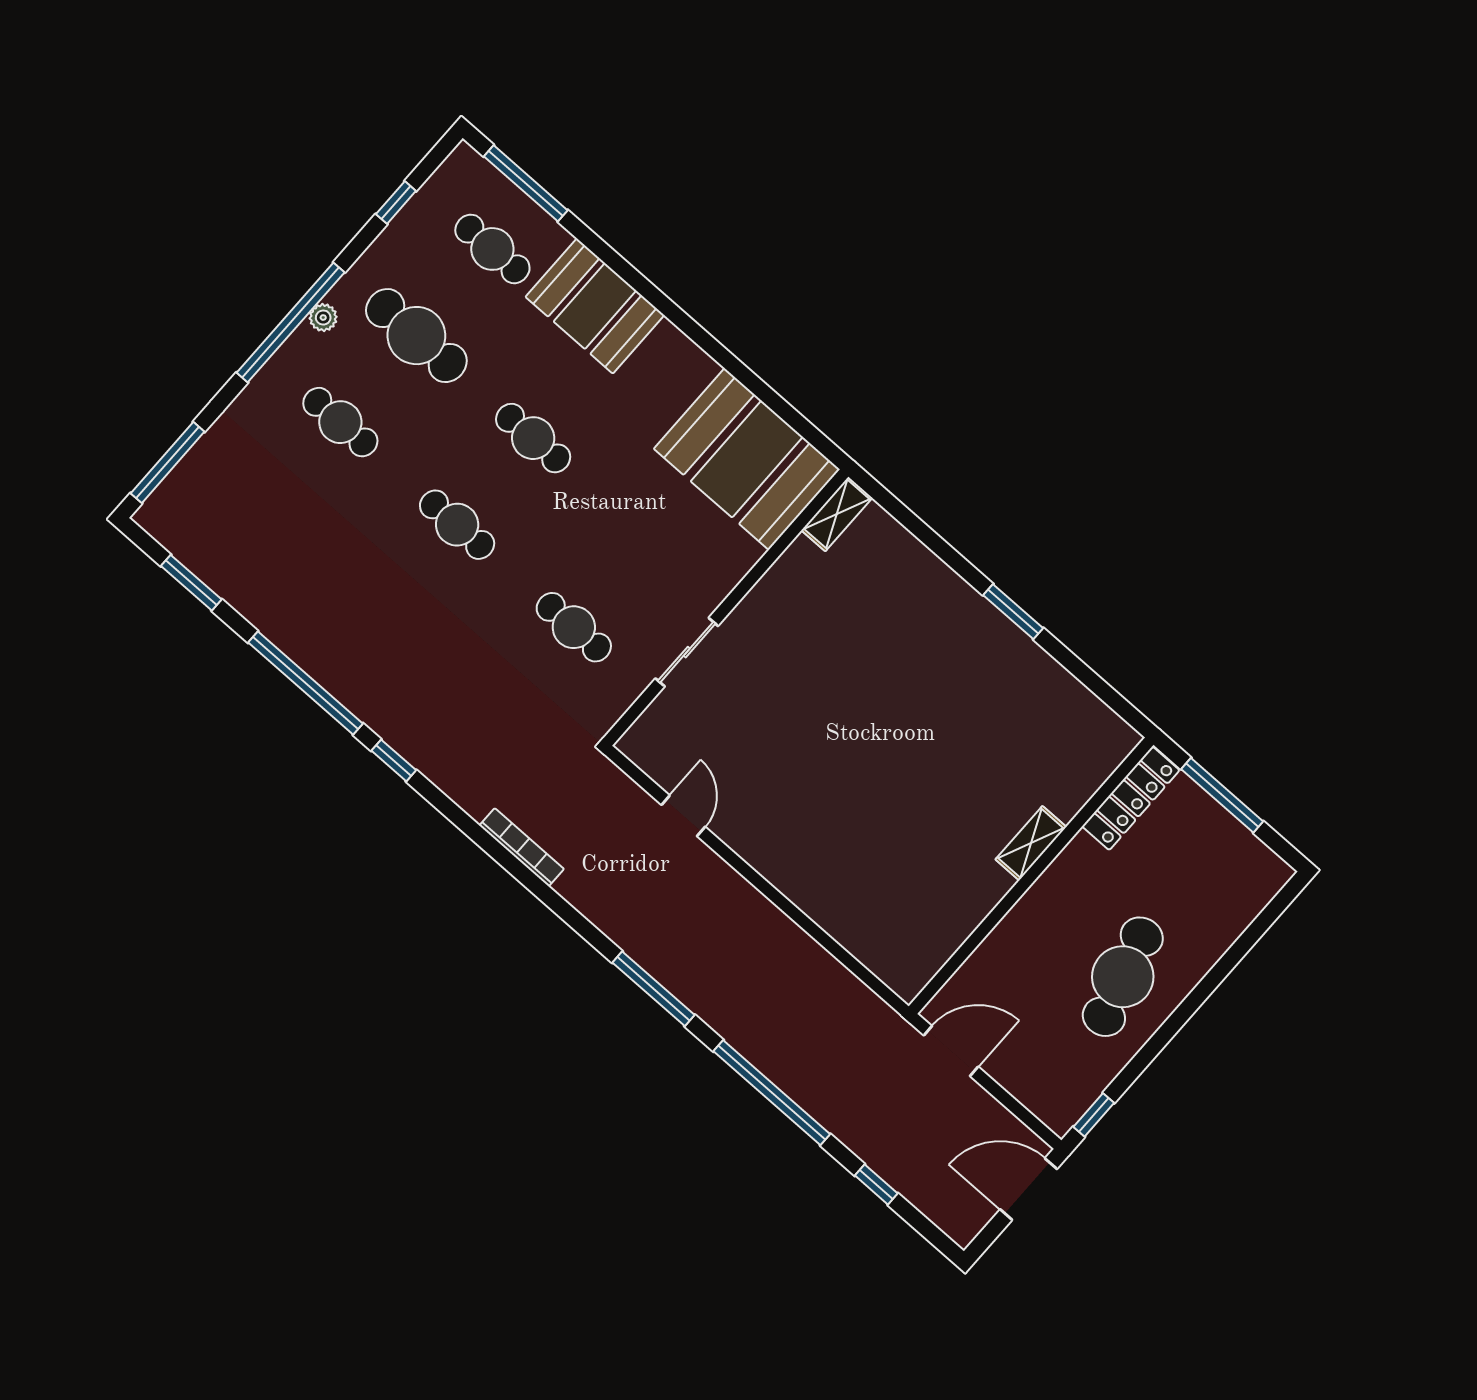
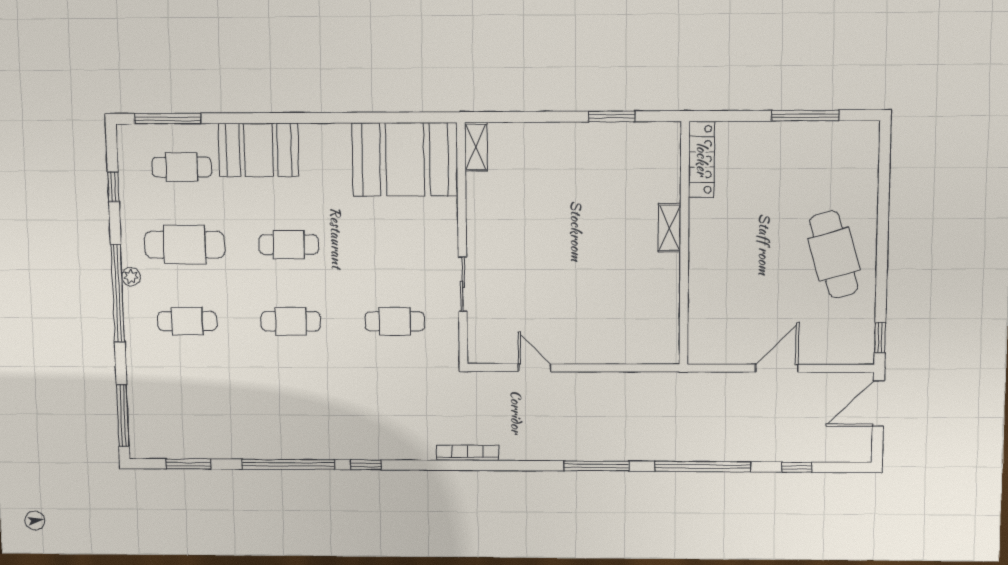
locker: (1131, 798) -> (702, 159), moved
shelving: (1031, 843) -> (670, 228), moved
wall: (1031, 876) -> (684, 244), moved

